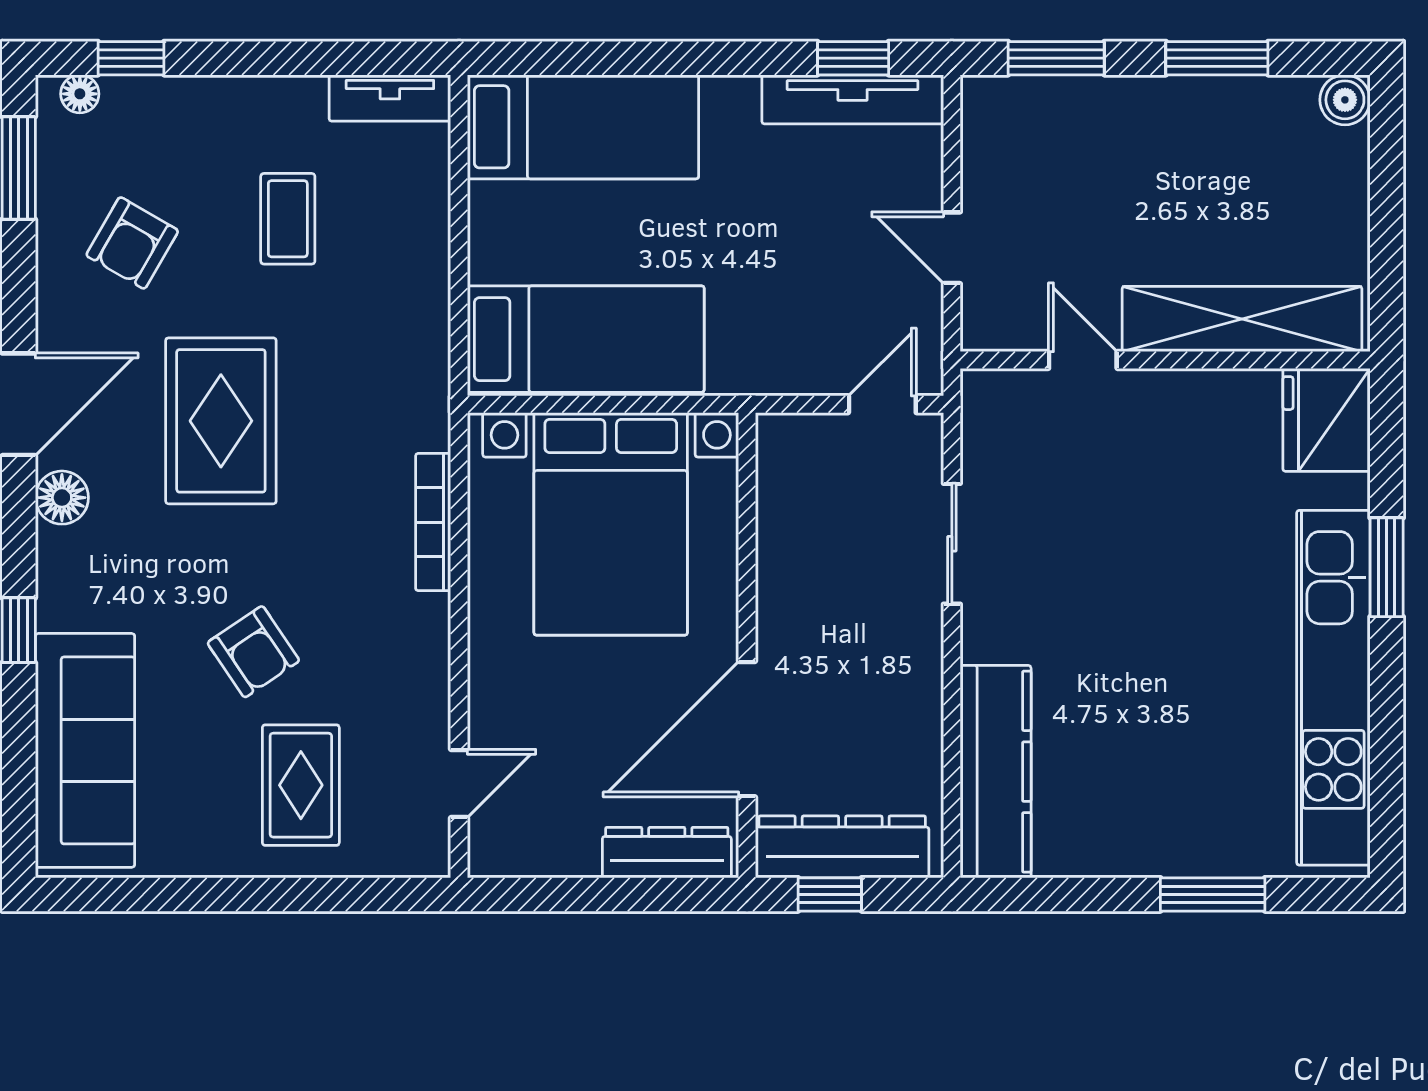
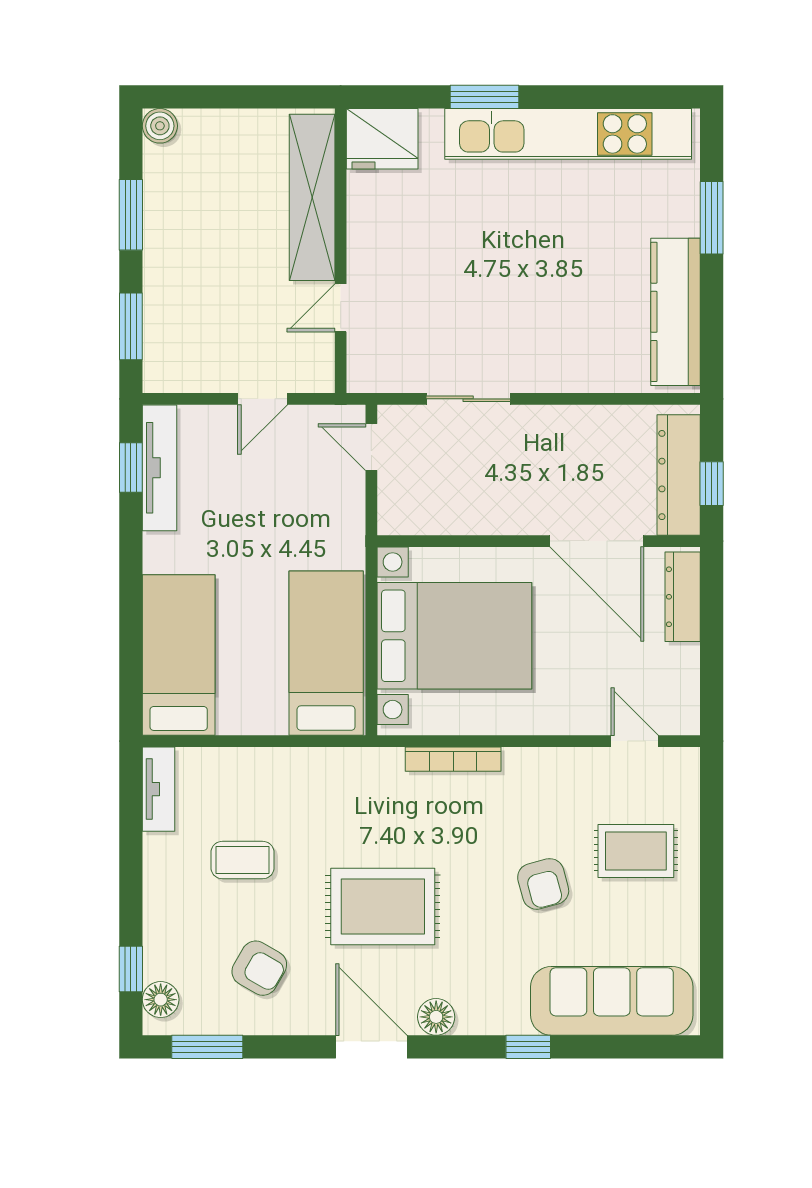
floor lamp: (80, 94) -> (161, 1000), width x1.37, depth x1.37
armchair: (253, 652) -> (543, 884), turned 109
kitchen counter: (996, 772) -> (676, 312), moved, turned -90

